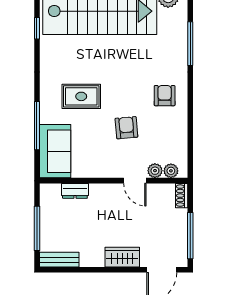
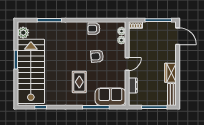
armchair: (165, 96) -> (94, 29), moved
door: (135, 181) -> (127, 64), moved
wardrobe: (122, 257) -> (170, 73), moved

